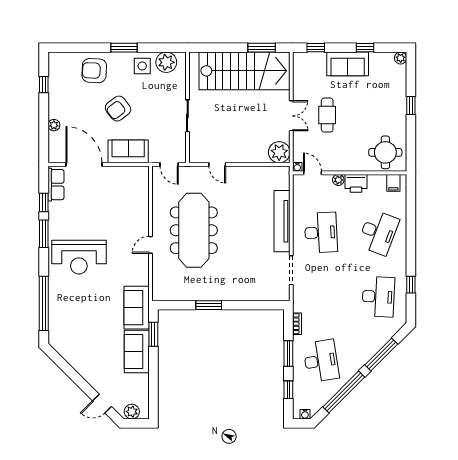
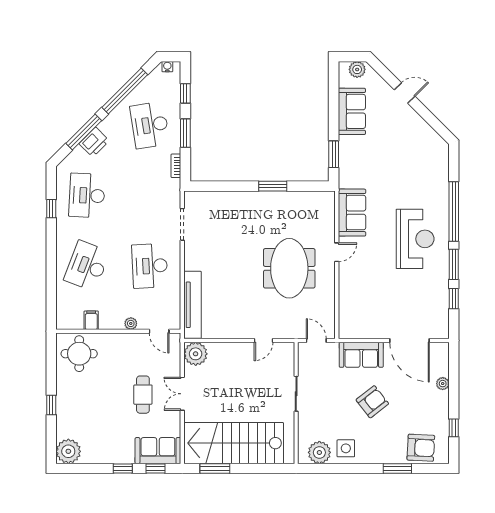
window: (124, 48) -> (397, 468), moved
window: (365, 48) -> (123, 468), moved
plant: (401, 58) -> (68, 451), width x1.88, depth x1.88
sofa: (348, 64) -> (158, 451), moved
armchair: (94, 71) -> (421, 448), moved
door: (217, 164) -> (264, 341), swing flipped
water cooler: (297, 167) -> (176, 338), removed
printer: (356, 183) -> (94, 142), moved, turned 135
filing cabinet: (393, 183) -> (91, 320), moved
row of seats: (56, 185) -> (440, 318), removed
tv unit: (282, 221) -> (192, 305), moved
meeting table: (194, 230) -> (289, 268), width x0.73
reception desk: (79, 257) -> (415, 239), turned 90
window: (44, 303) -> (454, 212), moved
sofa: (137, 308) -> (352, 213), moved
sofa: (137, 352) -> (352, 111), moved
door: (102, 404) -> (405, 93), moved

